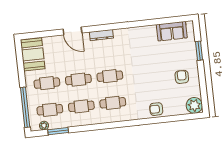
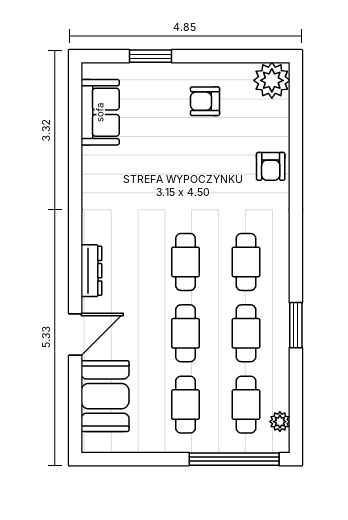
booth: (33, 54) -> (105, 396), moved, turned 90
window: (58, 131) -> (296, 325), moved

